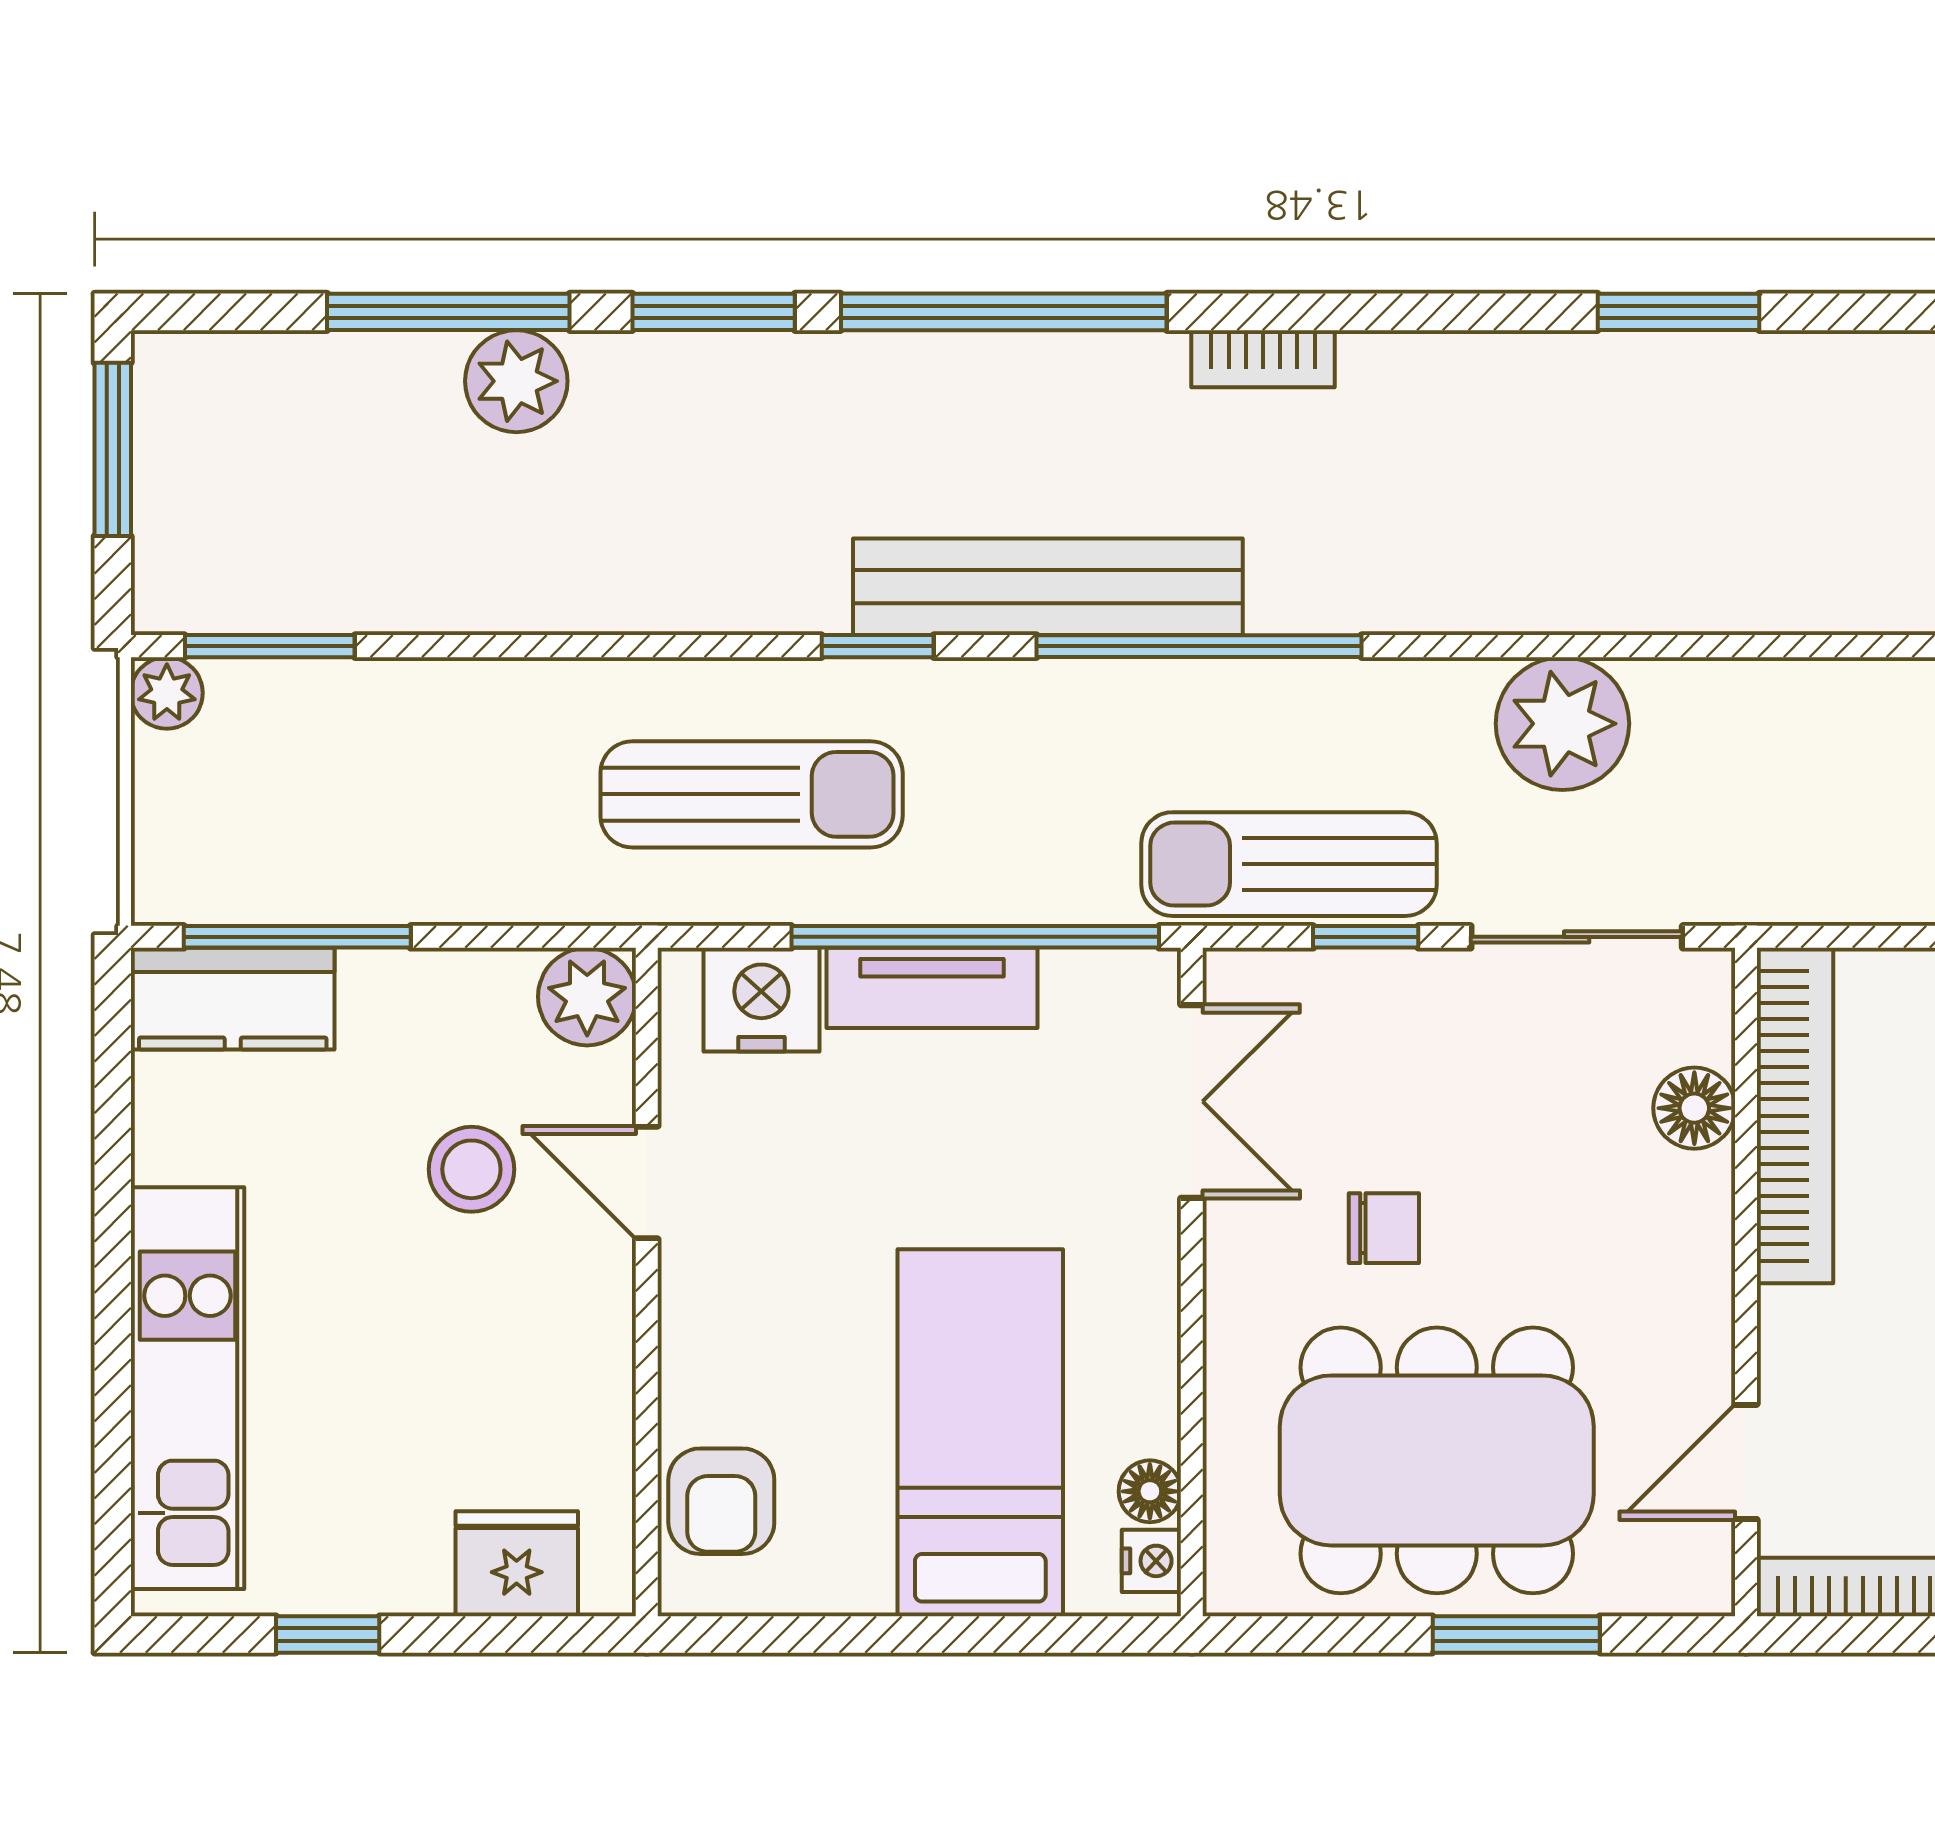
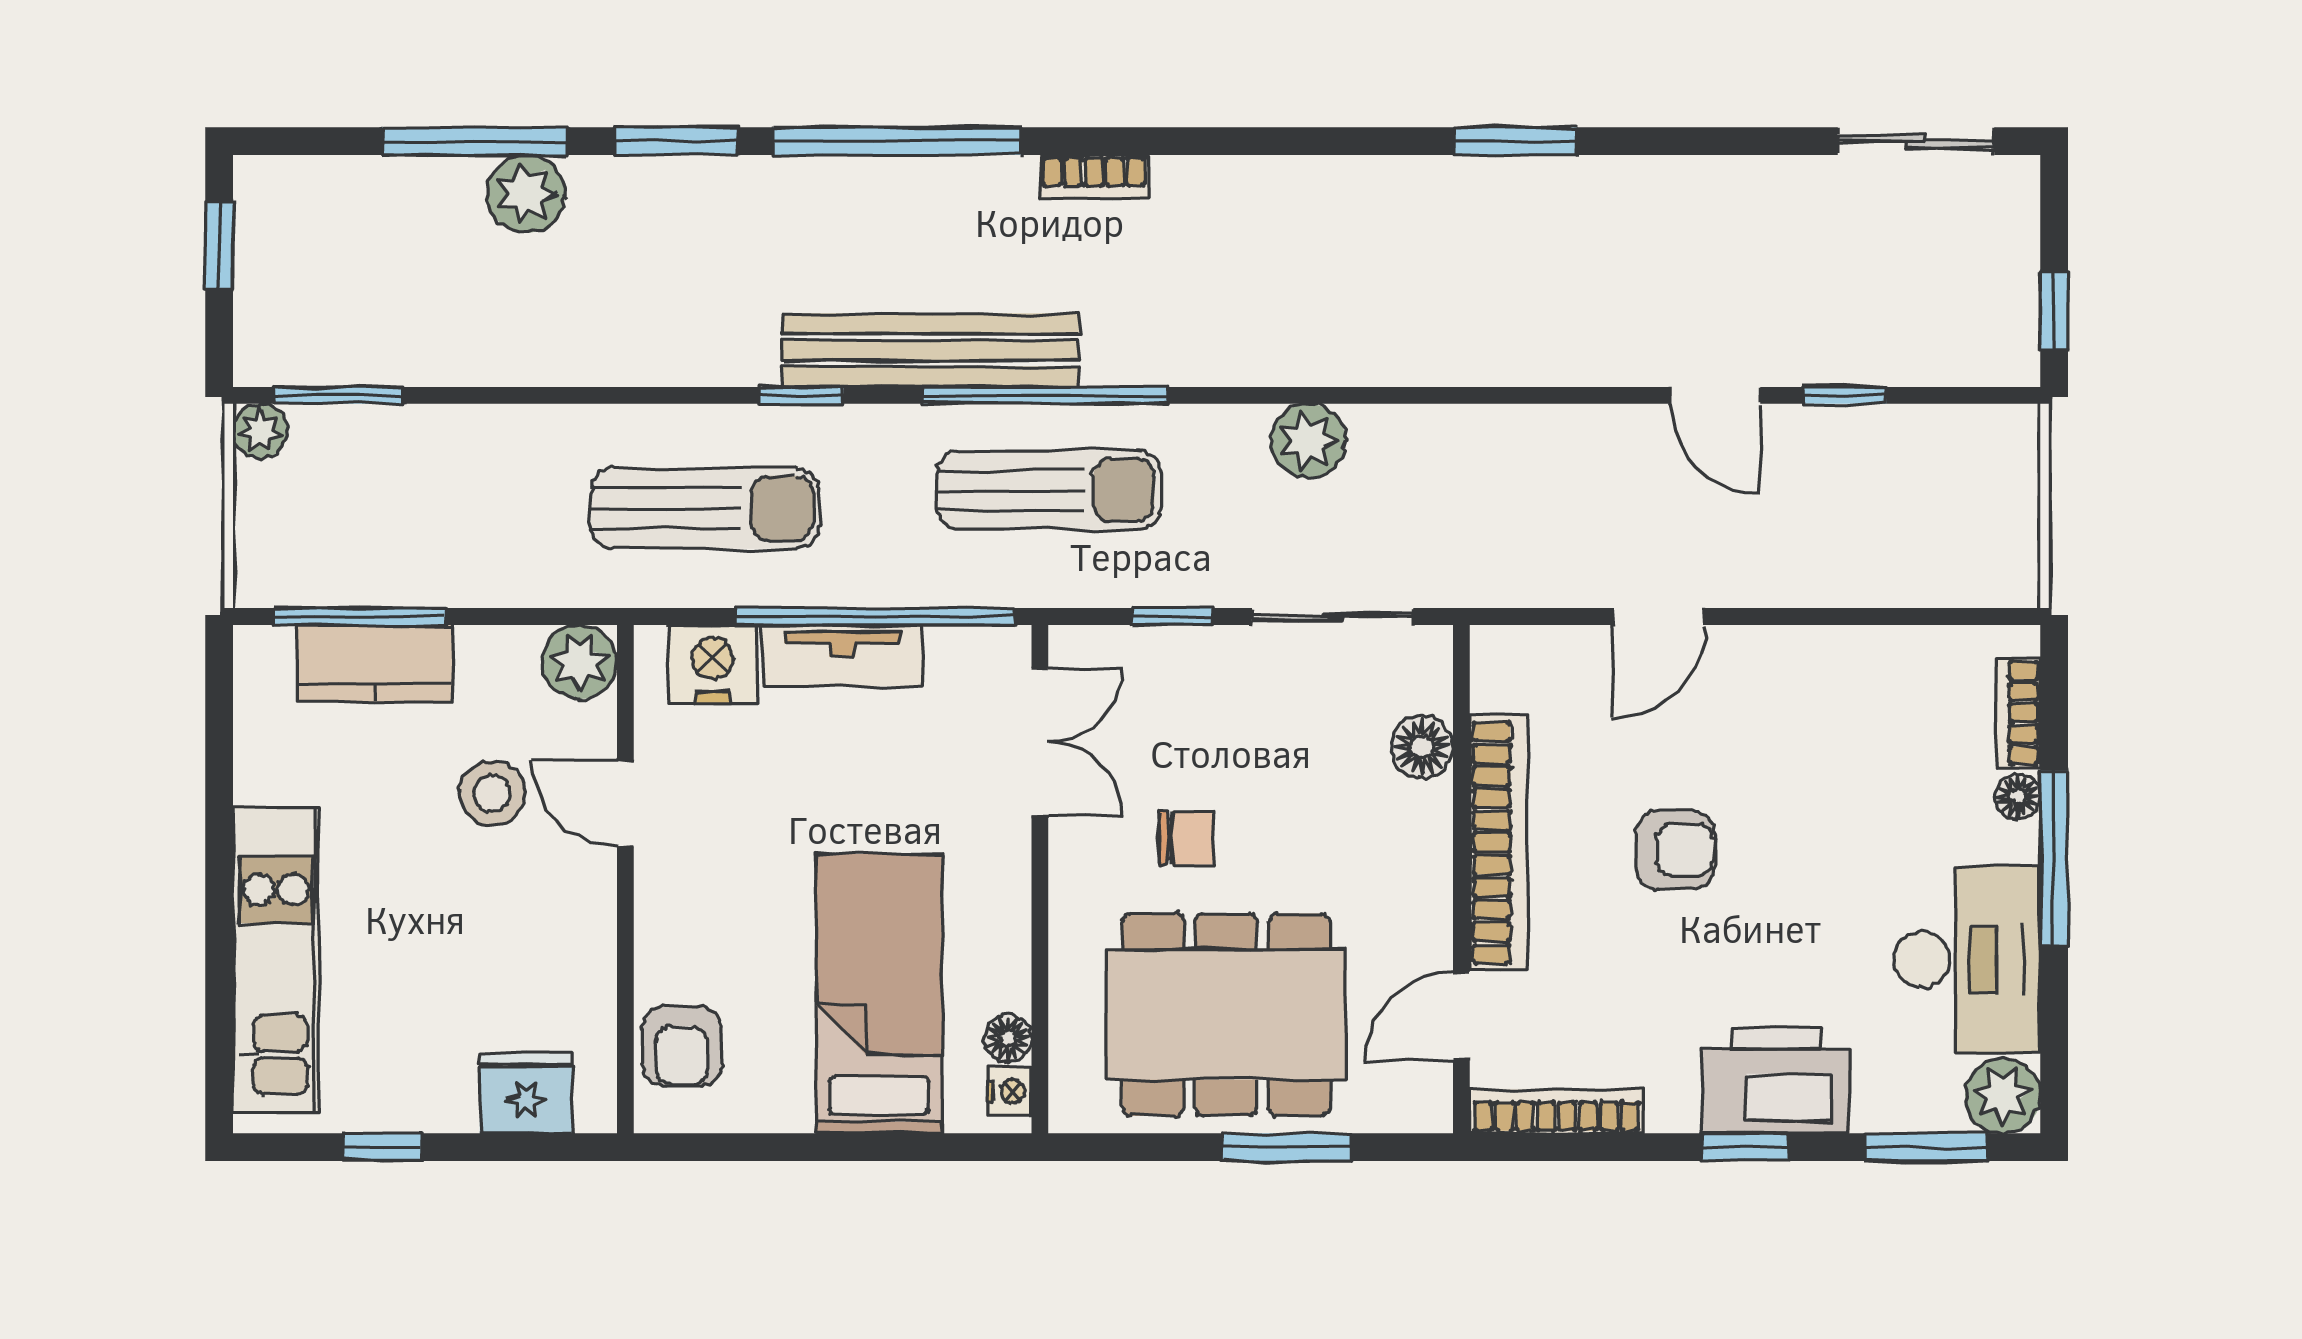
window: (1678, 312) -> (1515, 141), moved
window: (113, 449) -> (219, 246), width x0.67
plant: (1562, 724) -> (1308, 441), width x0.73, depth x0.73
sun lounger: (1289, 864) -> (1049, 490), moved, turned 180
kitchen counter: (233, 999) -> (376, 664), moved
bookcase: (1795, 1116) -> (1499, 843), moved

